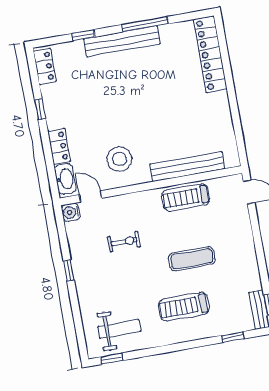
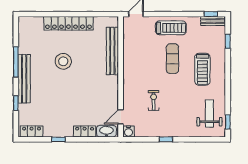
locker: (210, 54) -> (68, 23), moved
stool: (119, 159) -> (63, 61), moved
treadmill: (186, 198) -> (171, 28), moved, turned -90

